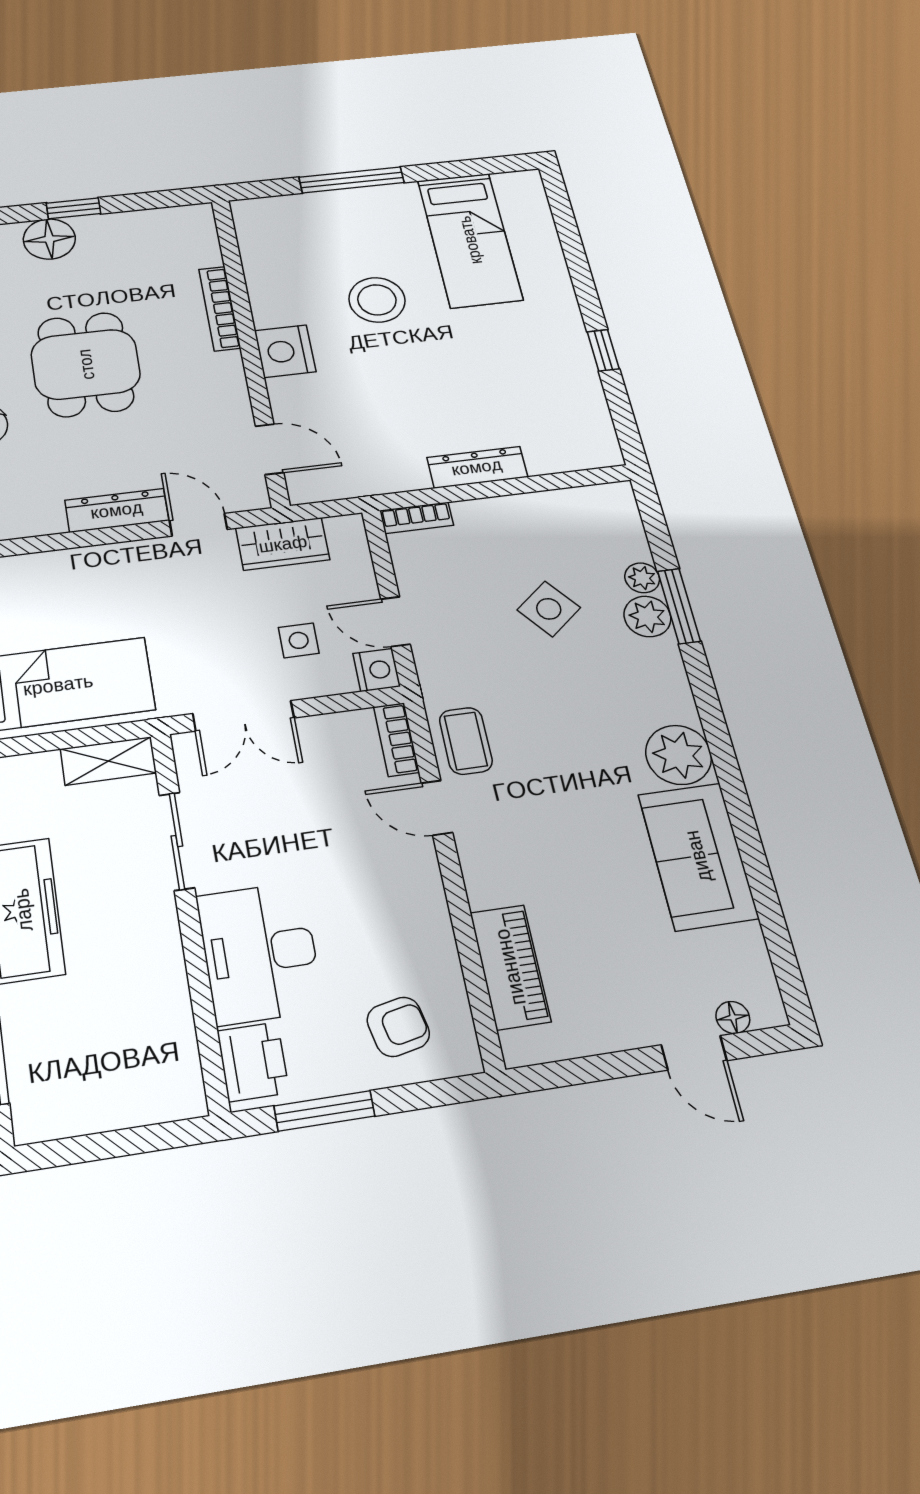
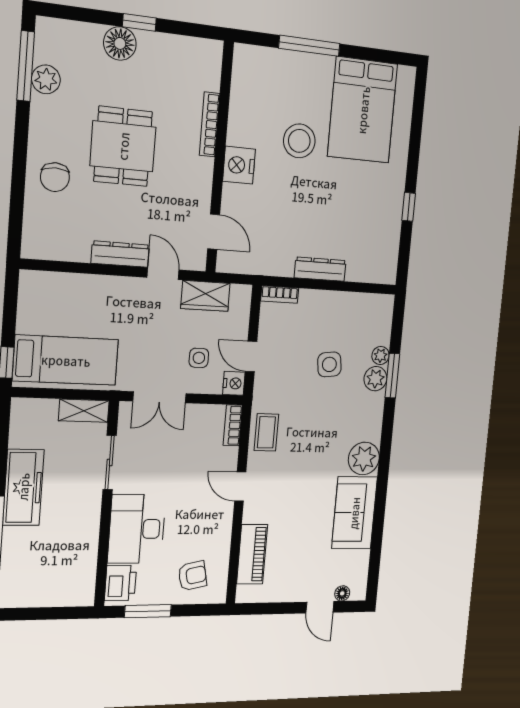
bed: (470, 240) -> (363, 110), width x1.50
side table: (549, 609) -> (329, 364), turned 32
door: (437, 808) -> (240, 487), moved

